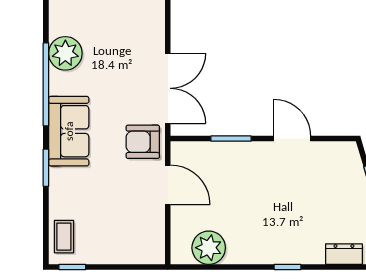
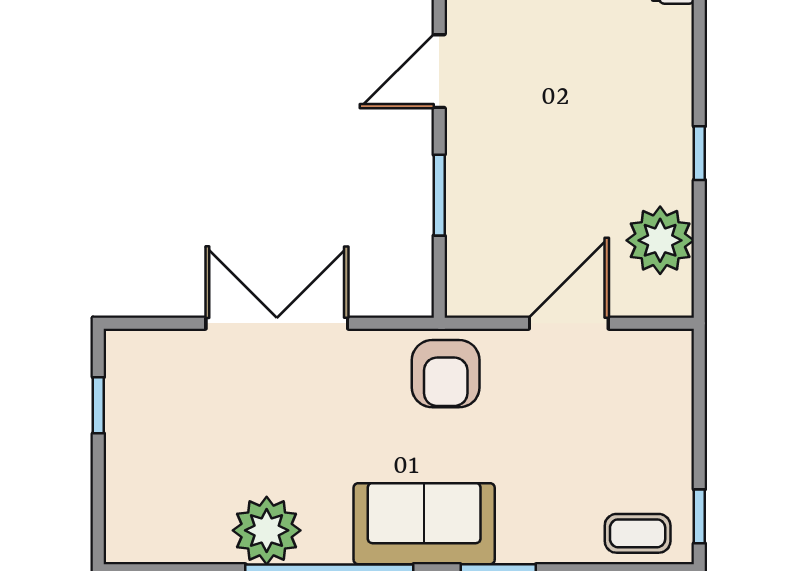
double door: (168, 88) -> (277, 323), moved
door: (168, 185) -> (569, 323), moved
window: (287, 267) -> (699, 153), moved

